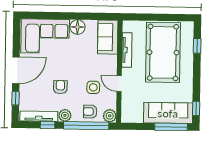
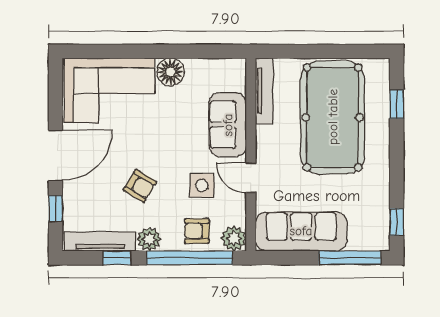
sofa: (108, 37) -> (228, 125), moved
tv unit: (127, 50) -> (264, 91), moved
armchair: (60, 87) -> (140, 186), turned 121
sofa: (168, 113) -> (301, 231), moved

